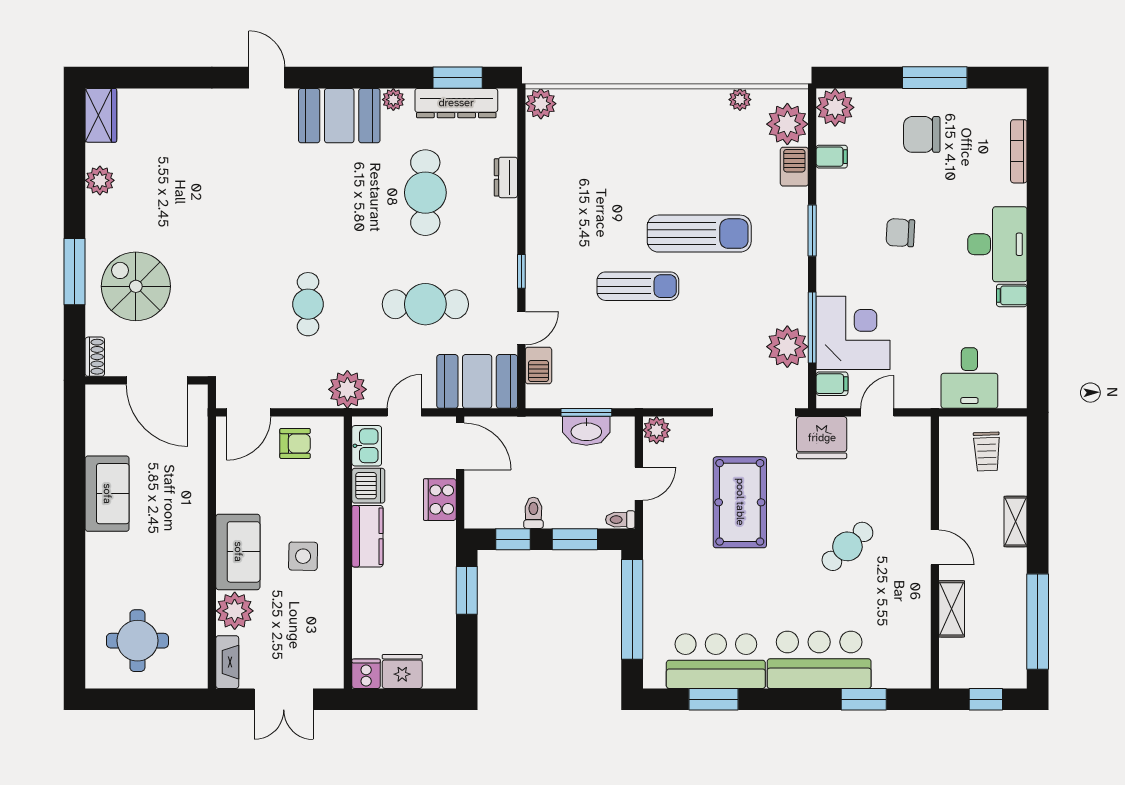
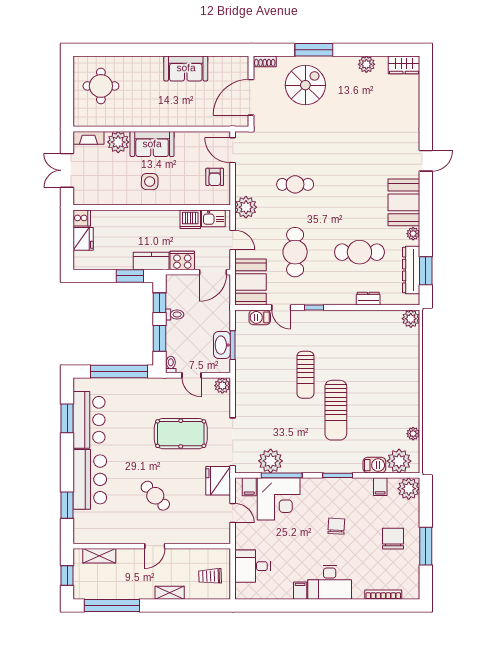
kitchen counter: (367, 536) -> (151, 261), moved, turned 180
shelving: (952, 609) -> (99, 556), moved

